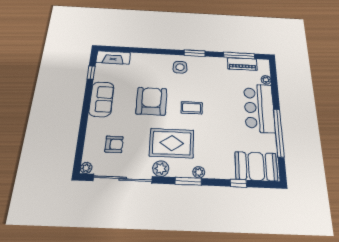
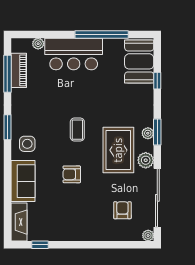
sofa: (102, 99) -> (23, 181), moved, turned 90
armchair: (151, 101) -> (72, 174), width x0.53, depth x0.53
plant: (199, 172) -> (148, 133), moved

